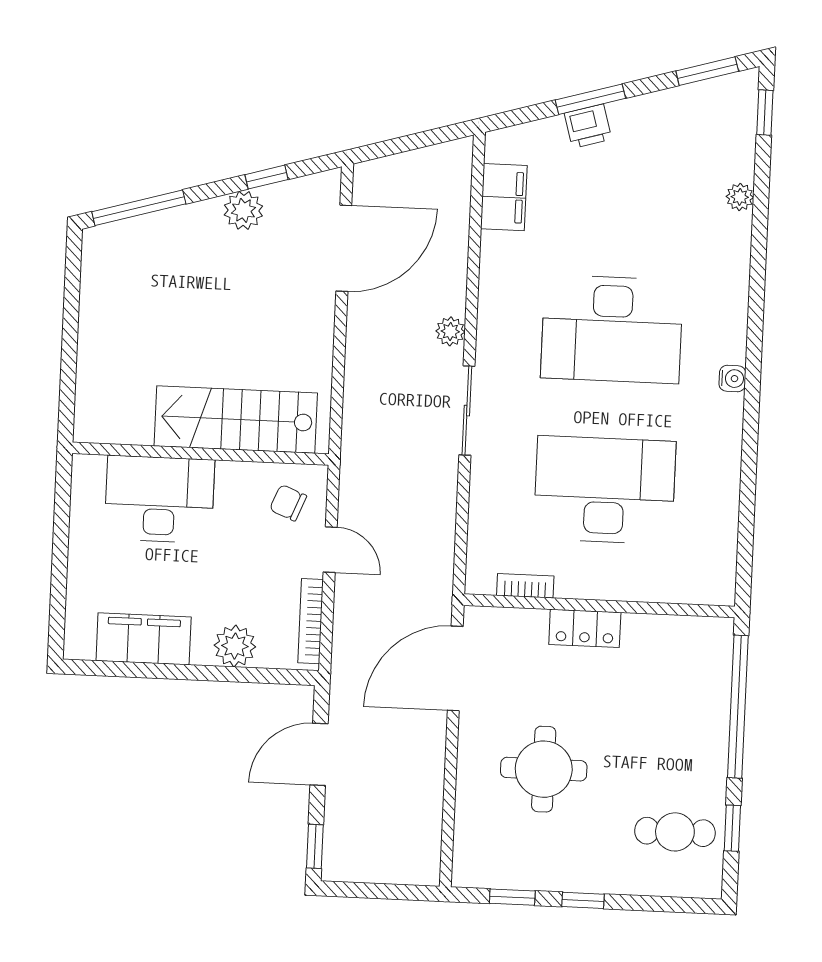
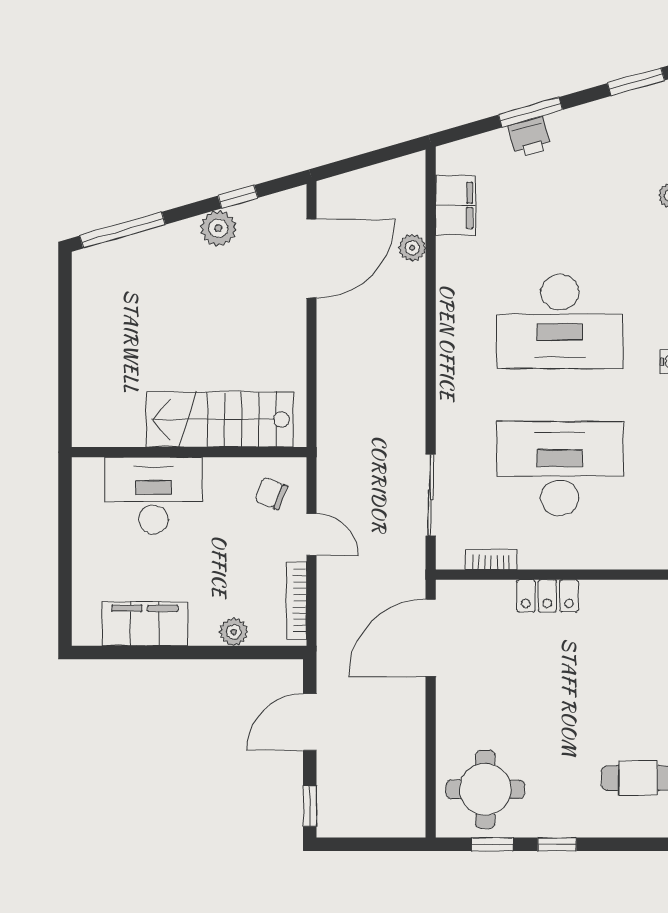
plant: (450, 331) -> (412, 248), moved
sliding door: (467, 411) -> (431, 495), moved
plant: (235, 646) -> (234, 632), width x0.73, depth x0.73
round table: (544, 769) -> (485, 789), moved

